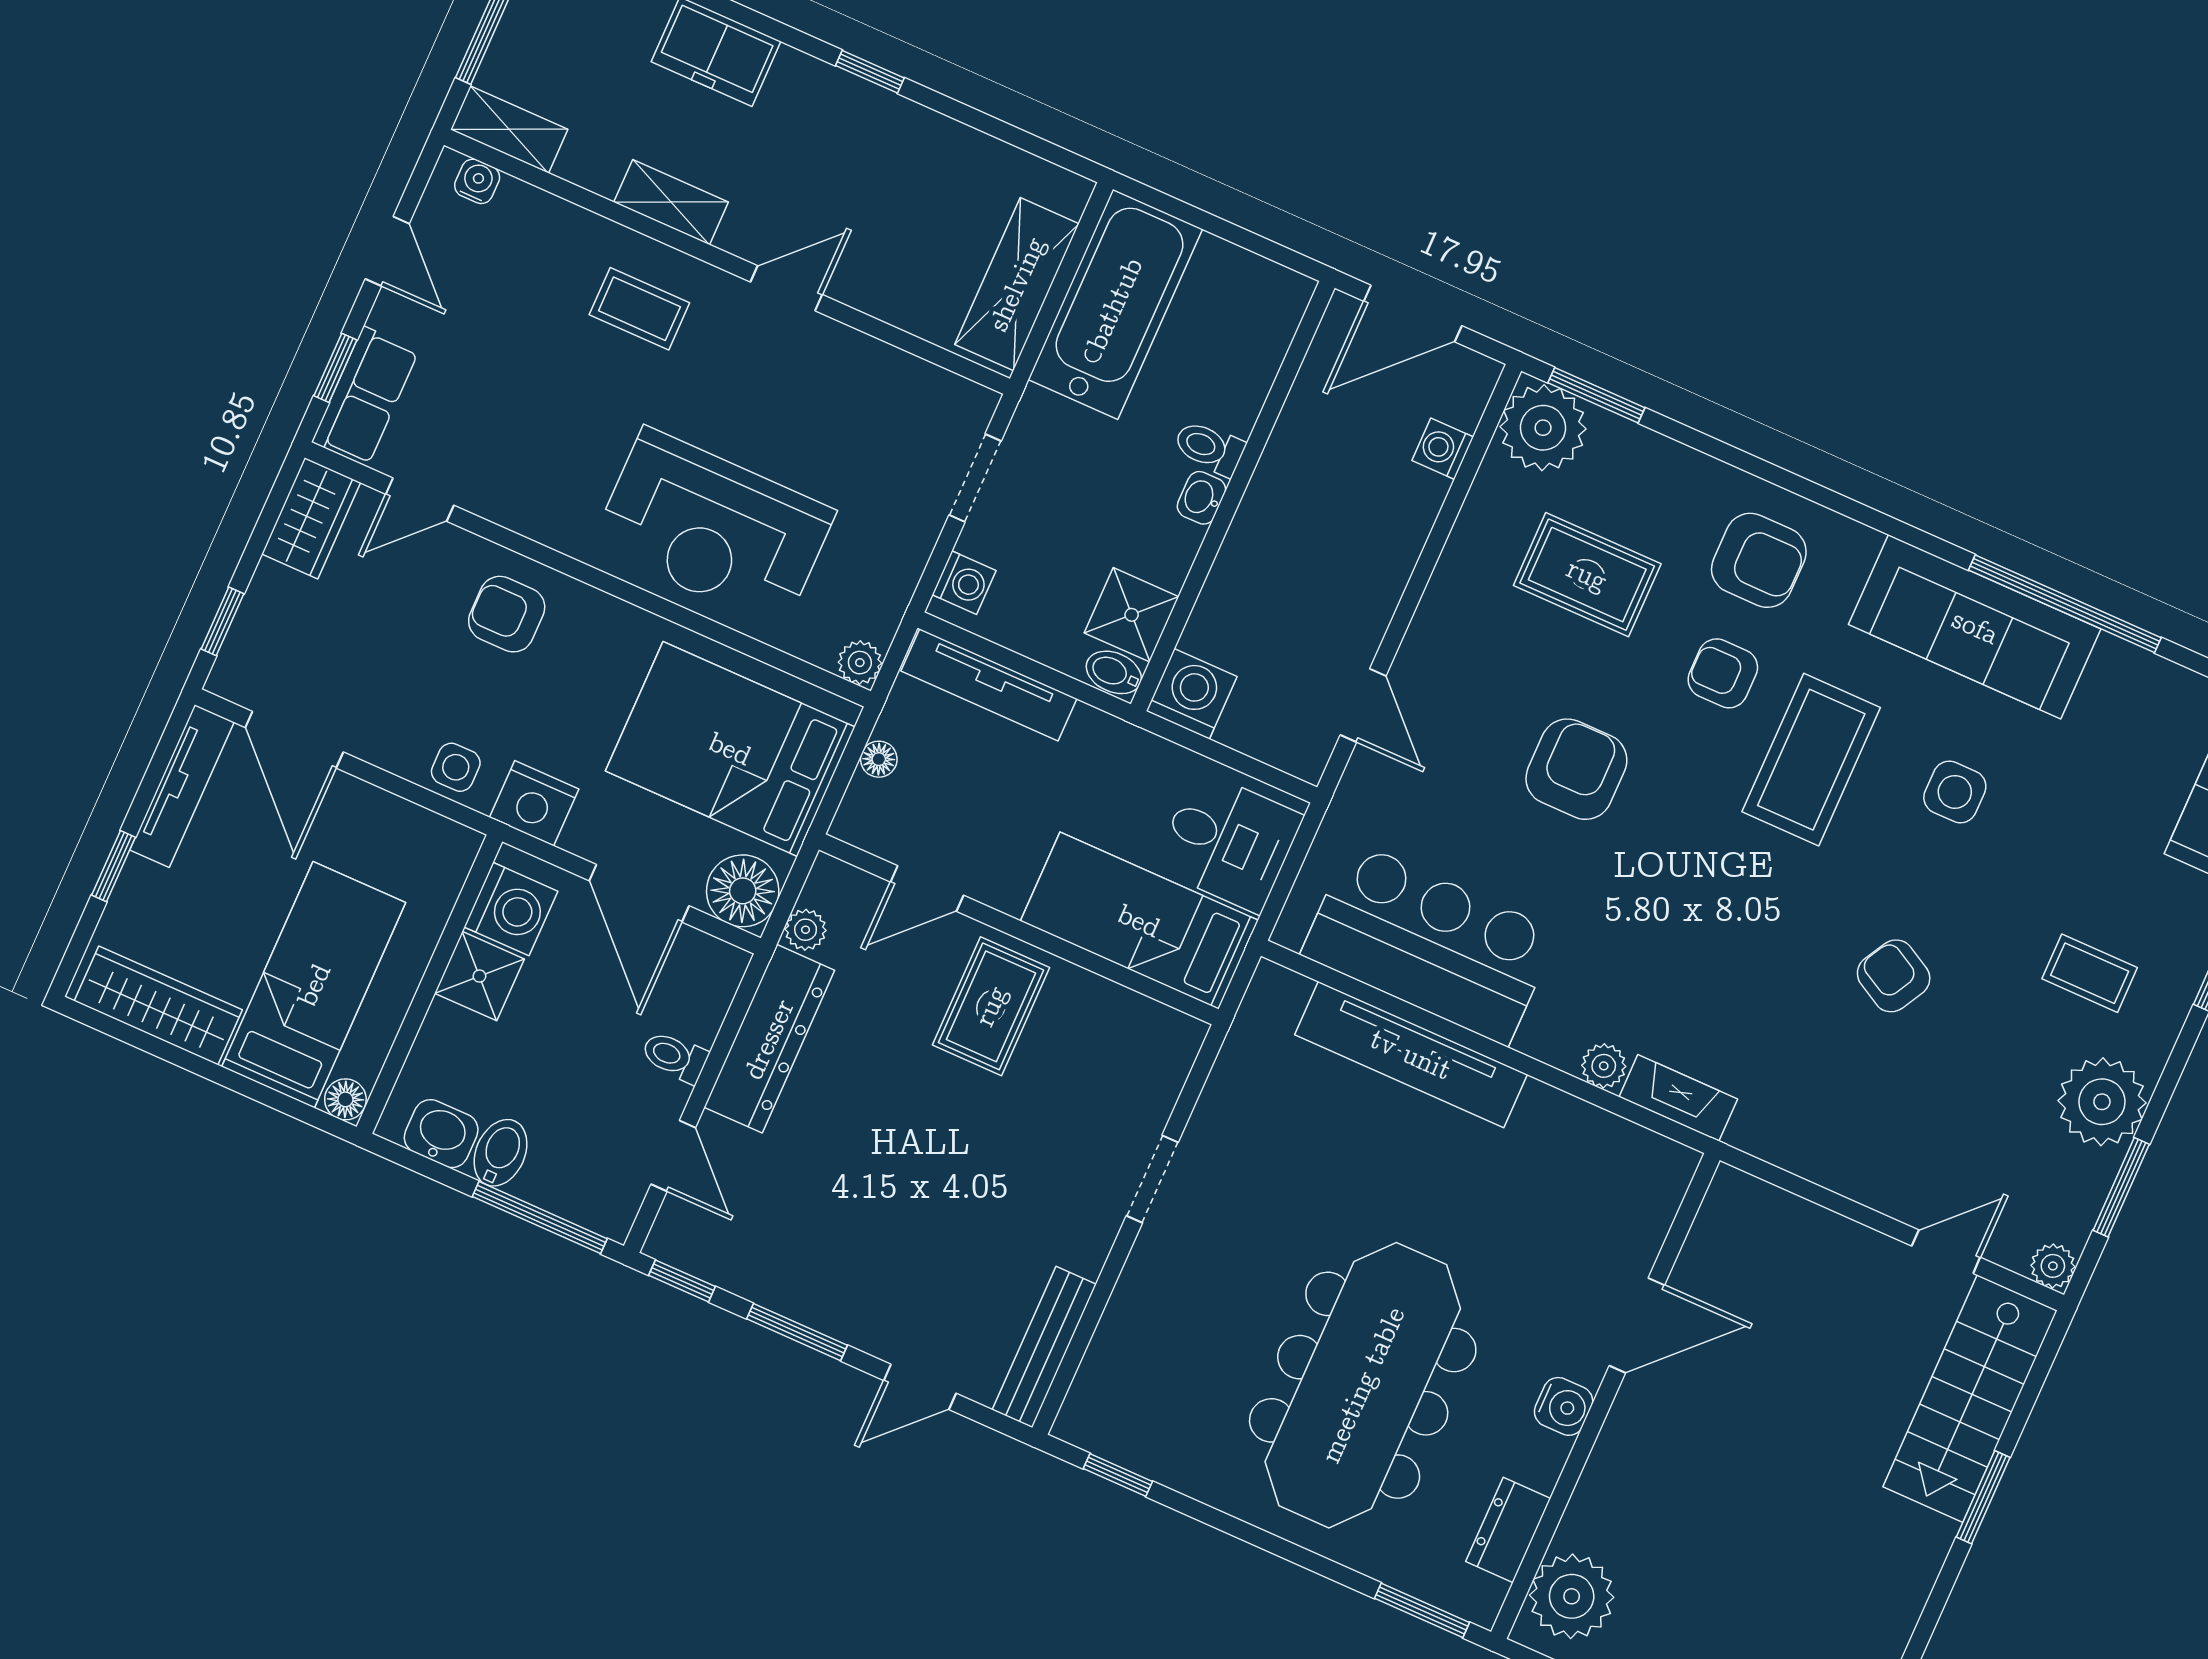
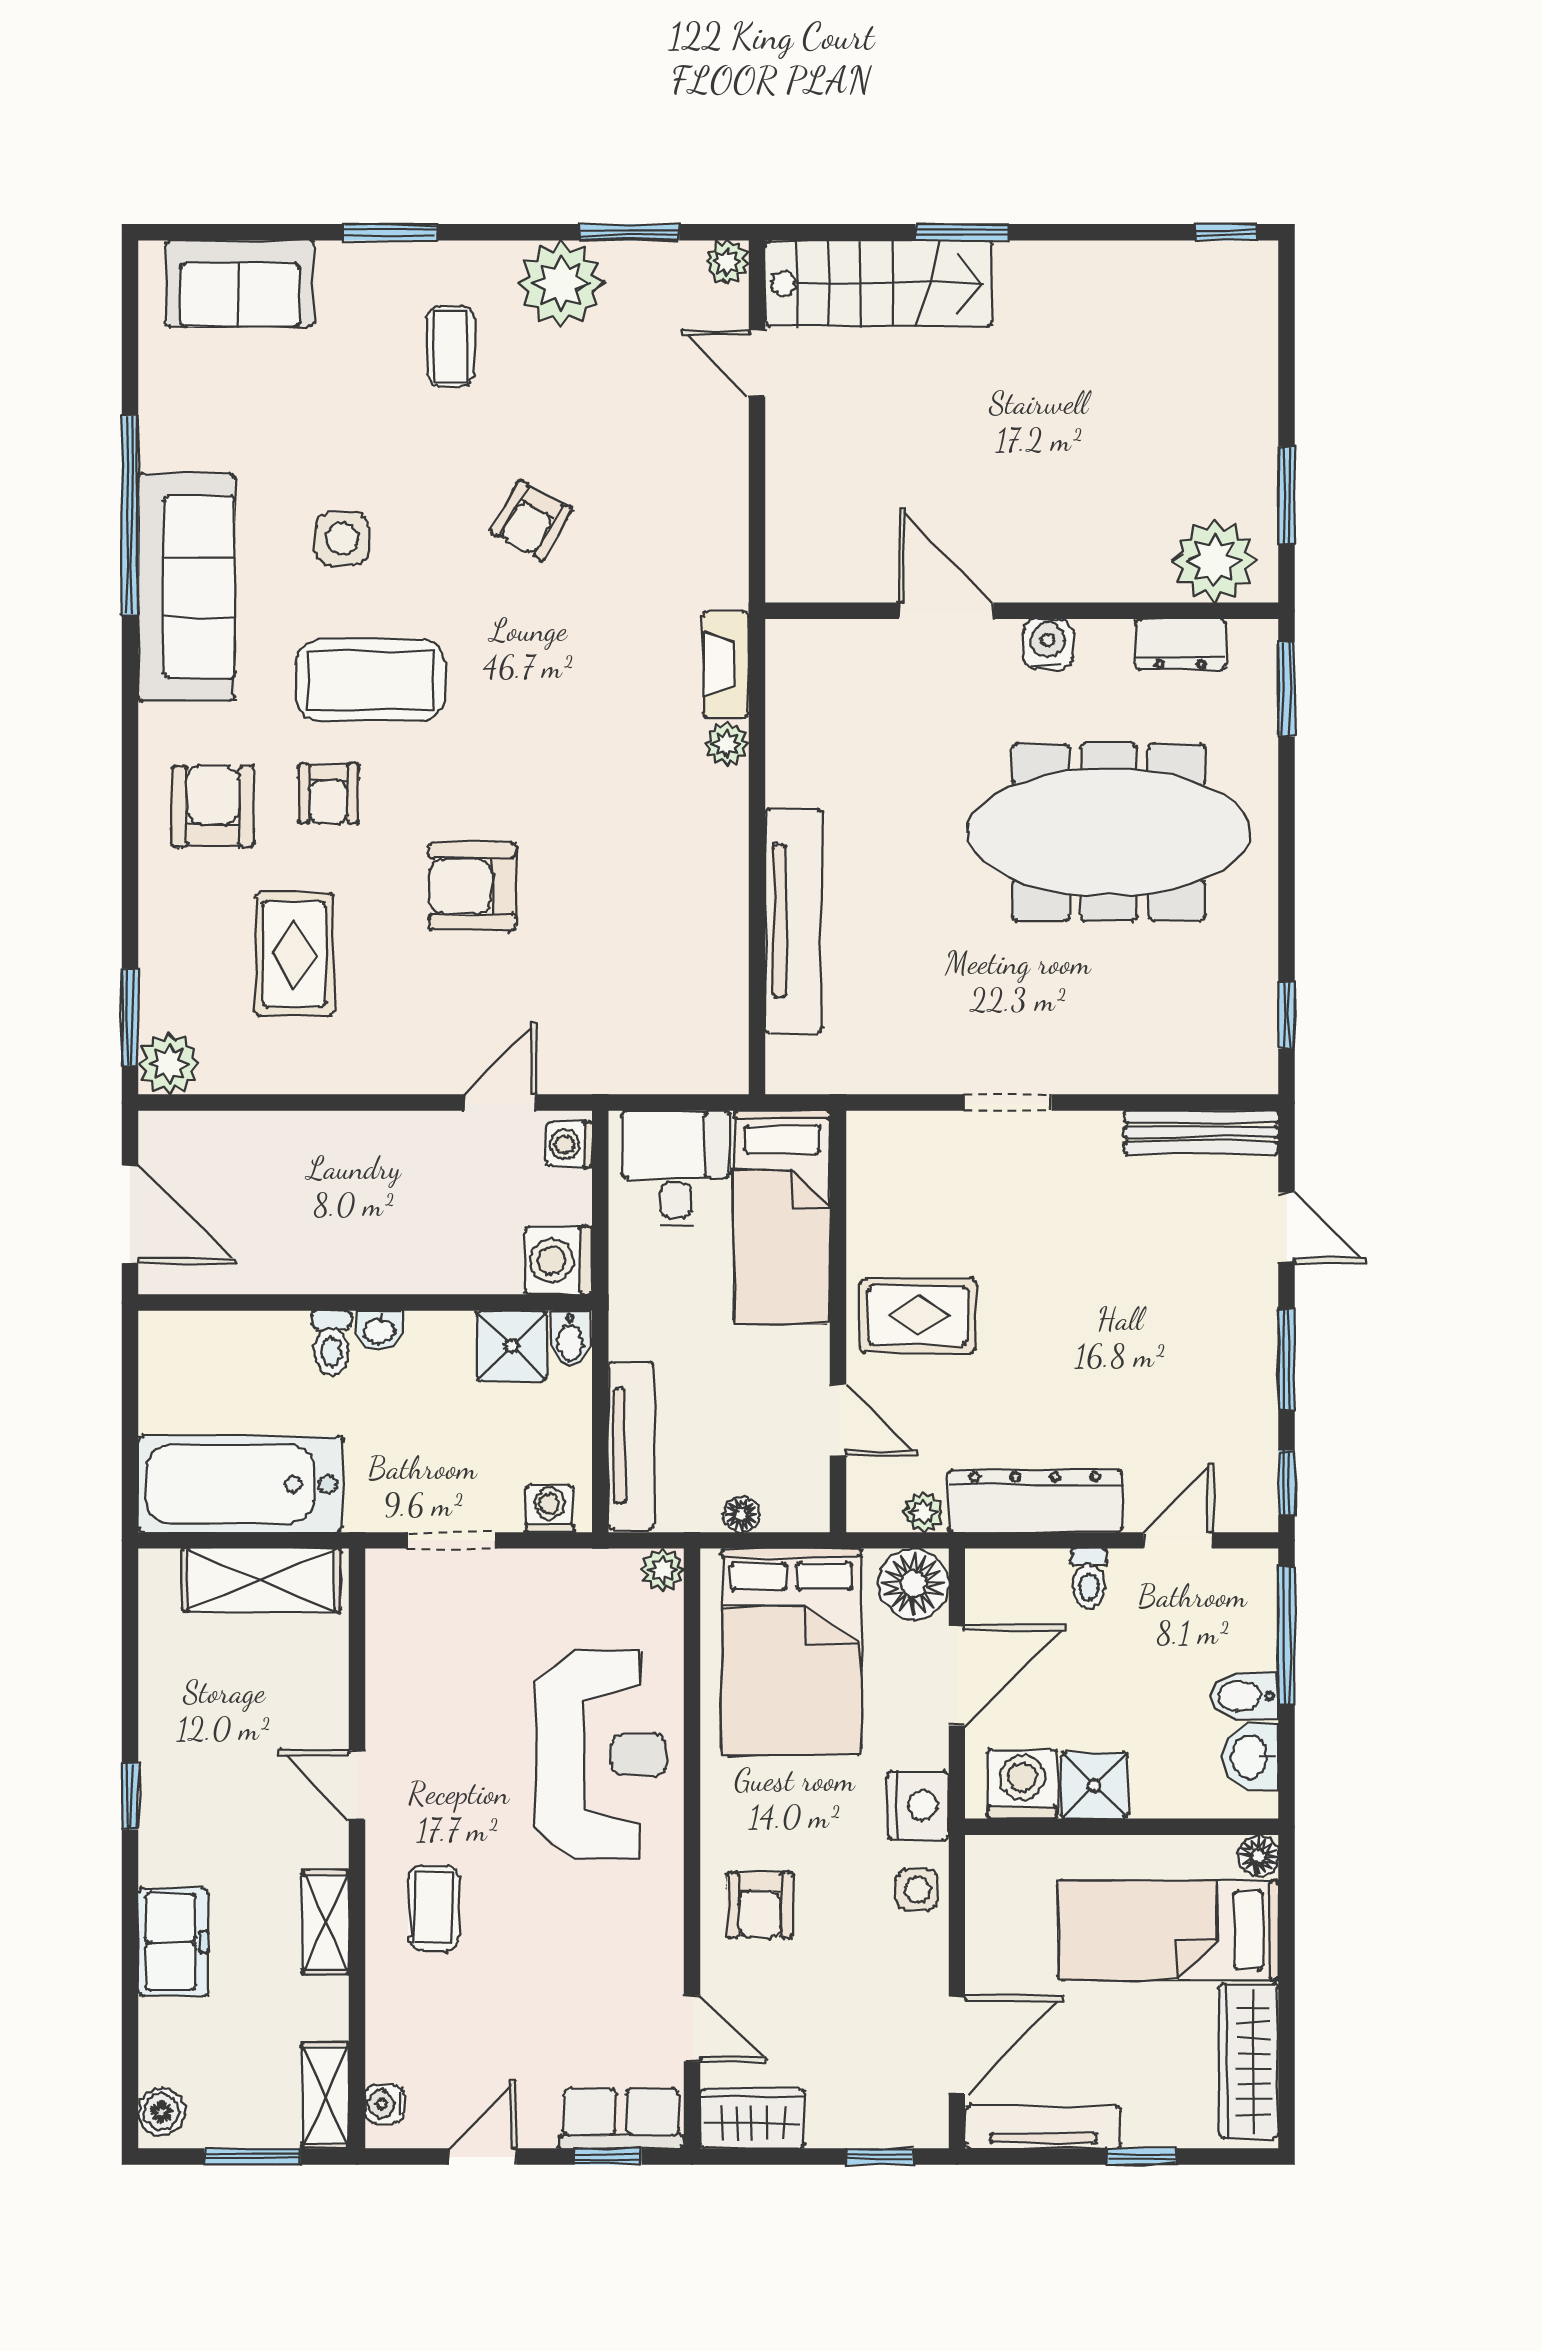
plant: (1543, 428) -> (169, 1063), width x0.73, depth x0.73
washing machine: (1443, 449) -> (569, 1144), moved, turned 90
bar counter: (1429, 943) -> (687, 948), removed

